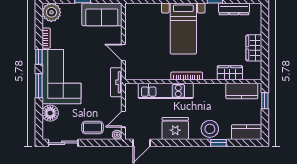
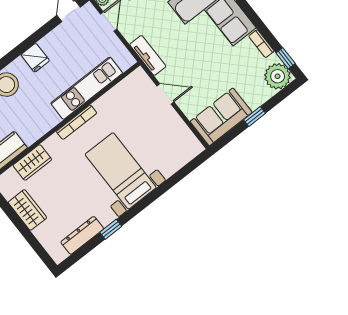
window: (39, 57) -> (286, 58), moved
fridge: (175, 128) -> (35, 58), width x0.53, depth x0.75

